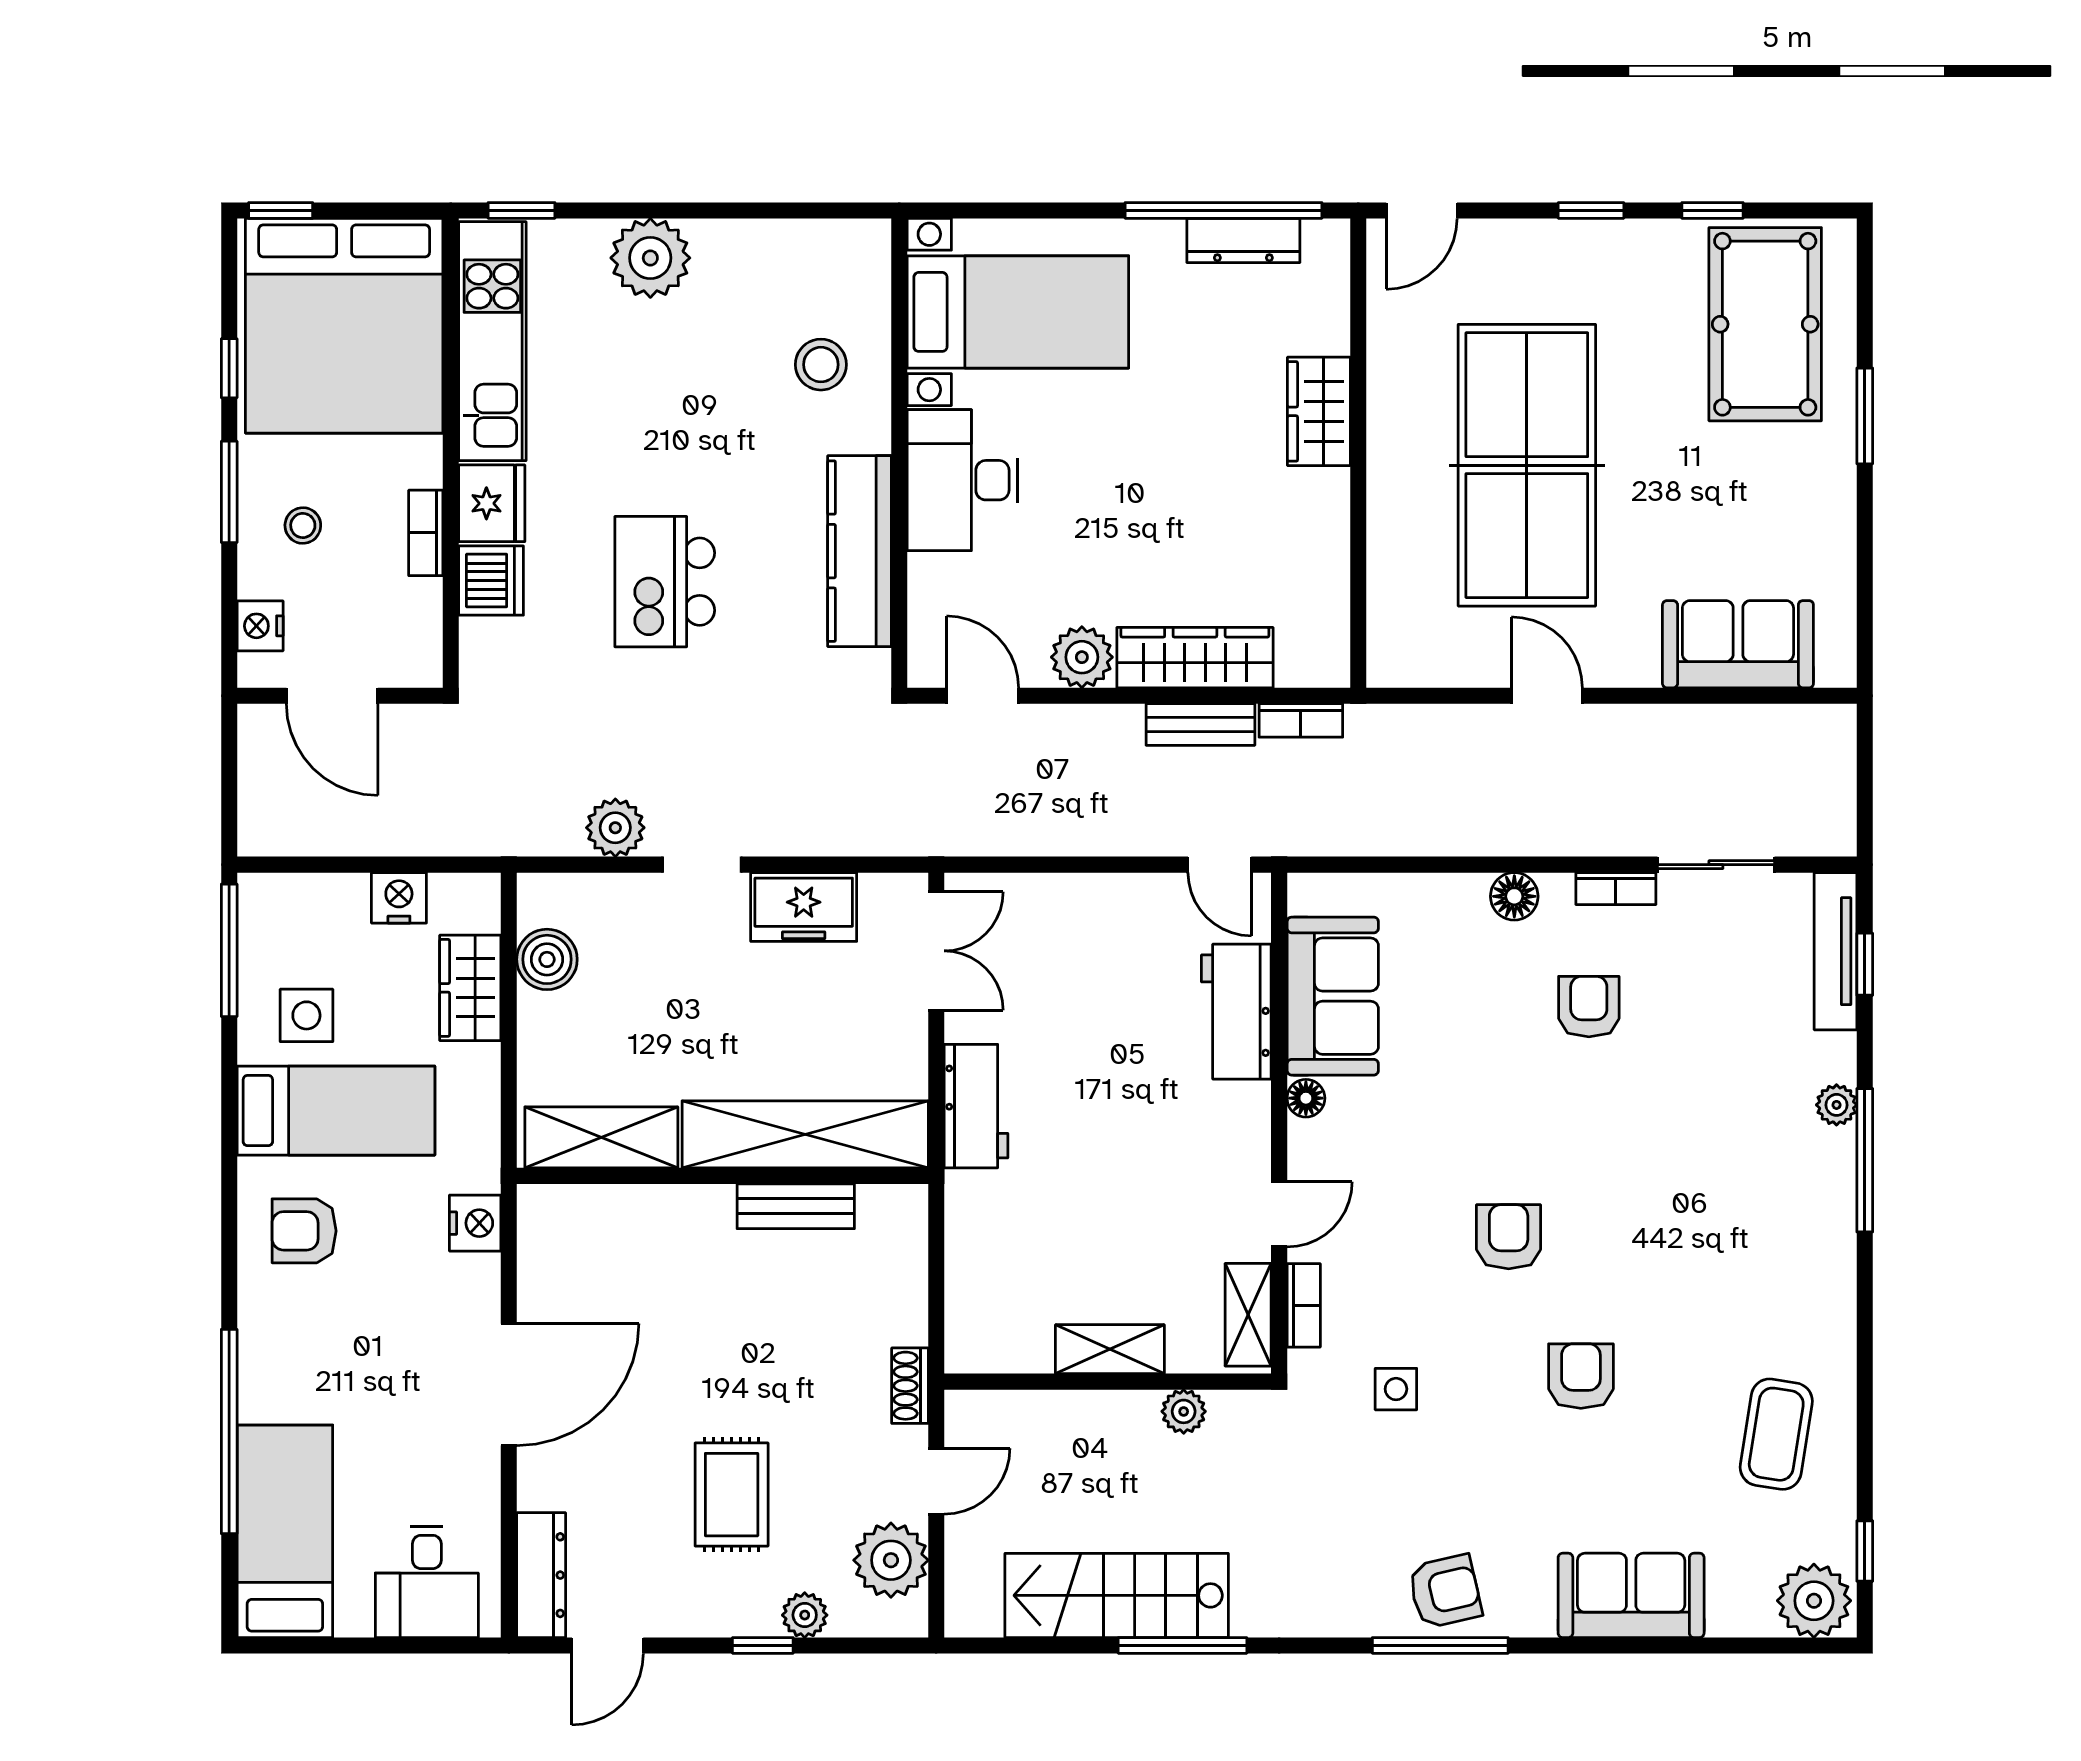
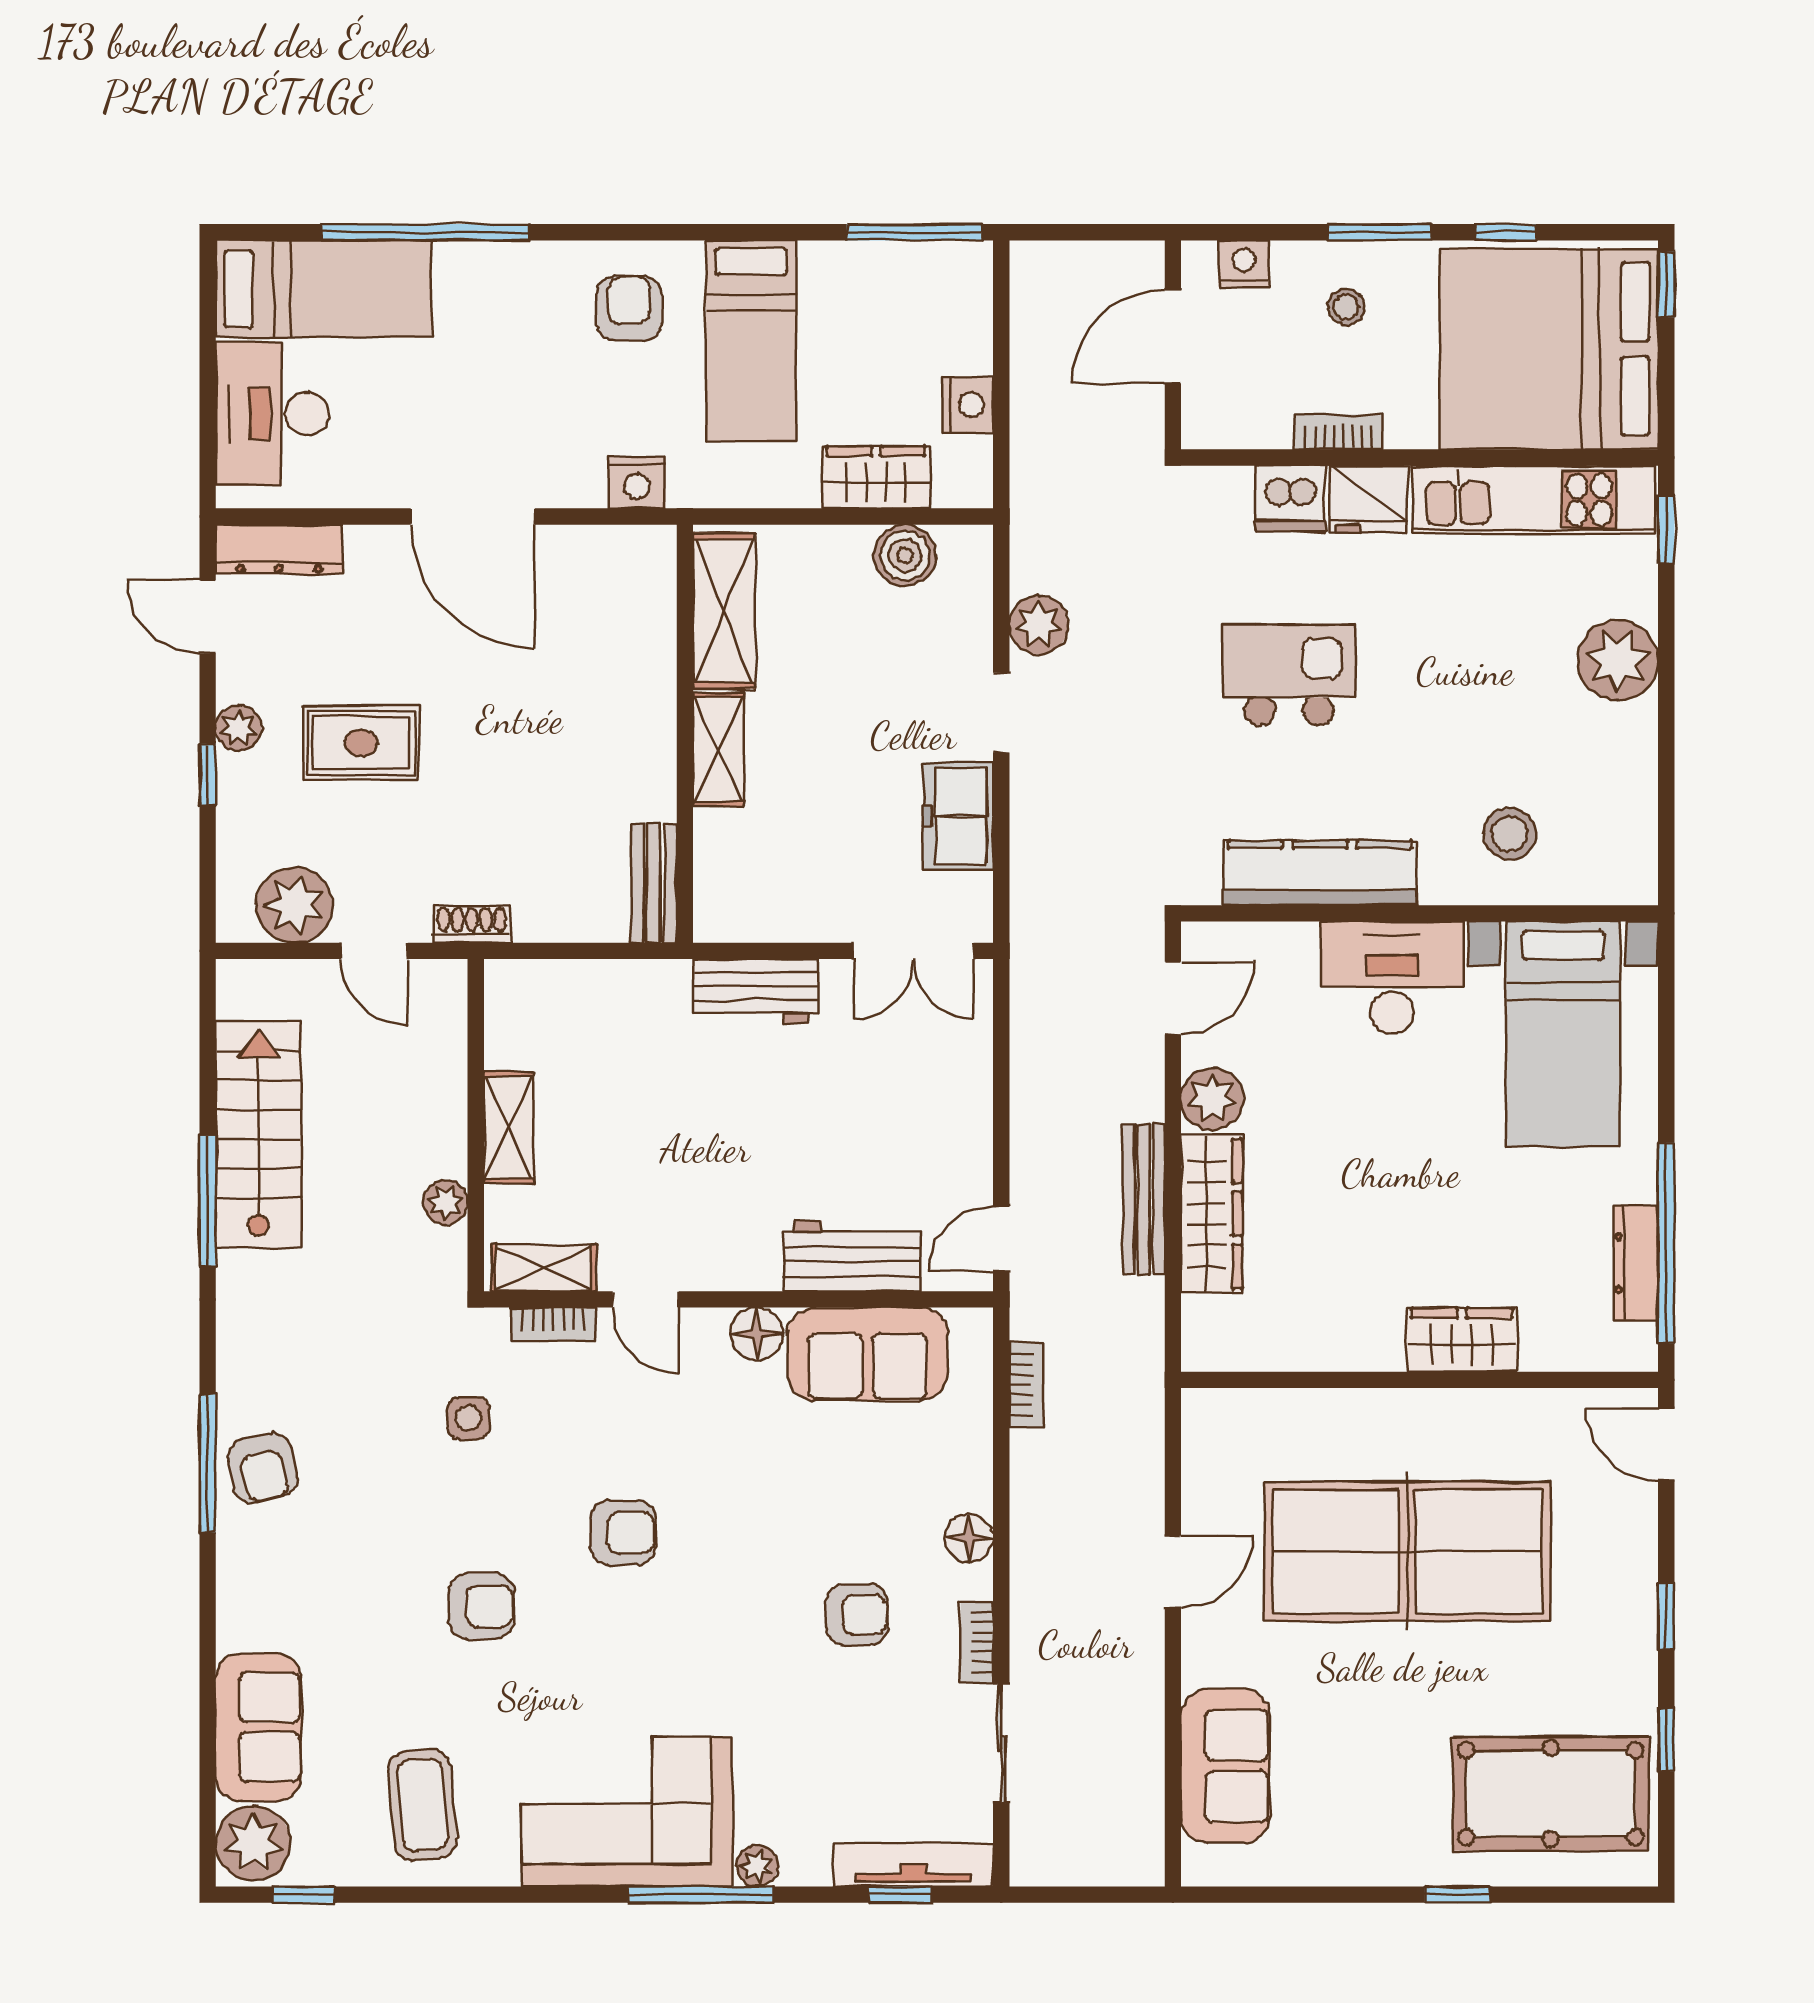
window: (1865, 416) -> (1457, 1895), width x0.67
bookcase: (1301, 720) -> (1026, 1384), moved, turned 180
bench: (1200, 724) -> (1144, 1199), width x1.36
side table: (306, 1015) -> (848, 311), removed
floor lamp: (1306, 1098) -> (757, 1334), width x1.37, depth x1.37
shelving: (805, 1134) -> (719, 749), width x0.45, depth x0.75
bench: (796, 1206) -> (654, 883), moved
corner sofa: (1783, 1233) -> (627, 1812), added
coffee table: (1776, 1434) -> (422, 1805), turned 76
desk: (427, 1582) -> (272, 414), width x1.37
sofa: (1631, 1595) -> (258, 1727), moved
plant: (805, 1615) -> (239, 728), moved

